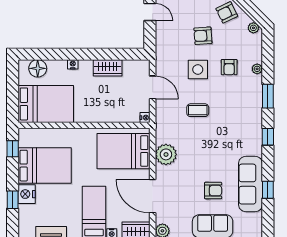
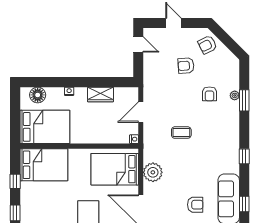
plant: (253, 28) -> (231, 59), removed
side table: (198, 69) -> (181, 96), removed
door: (153, 87) -> (141, 112), swing flipped
window: (268, 96) -> (244, 100), moved
window: (13, 149) -> (15, 181), moved
bed: (45, 166) -> (44, 165), moved
nightstand: (27, 194) -> (28, 208), removed

